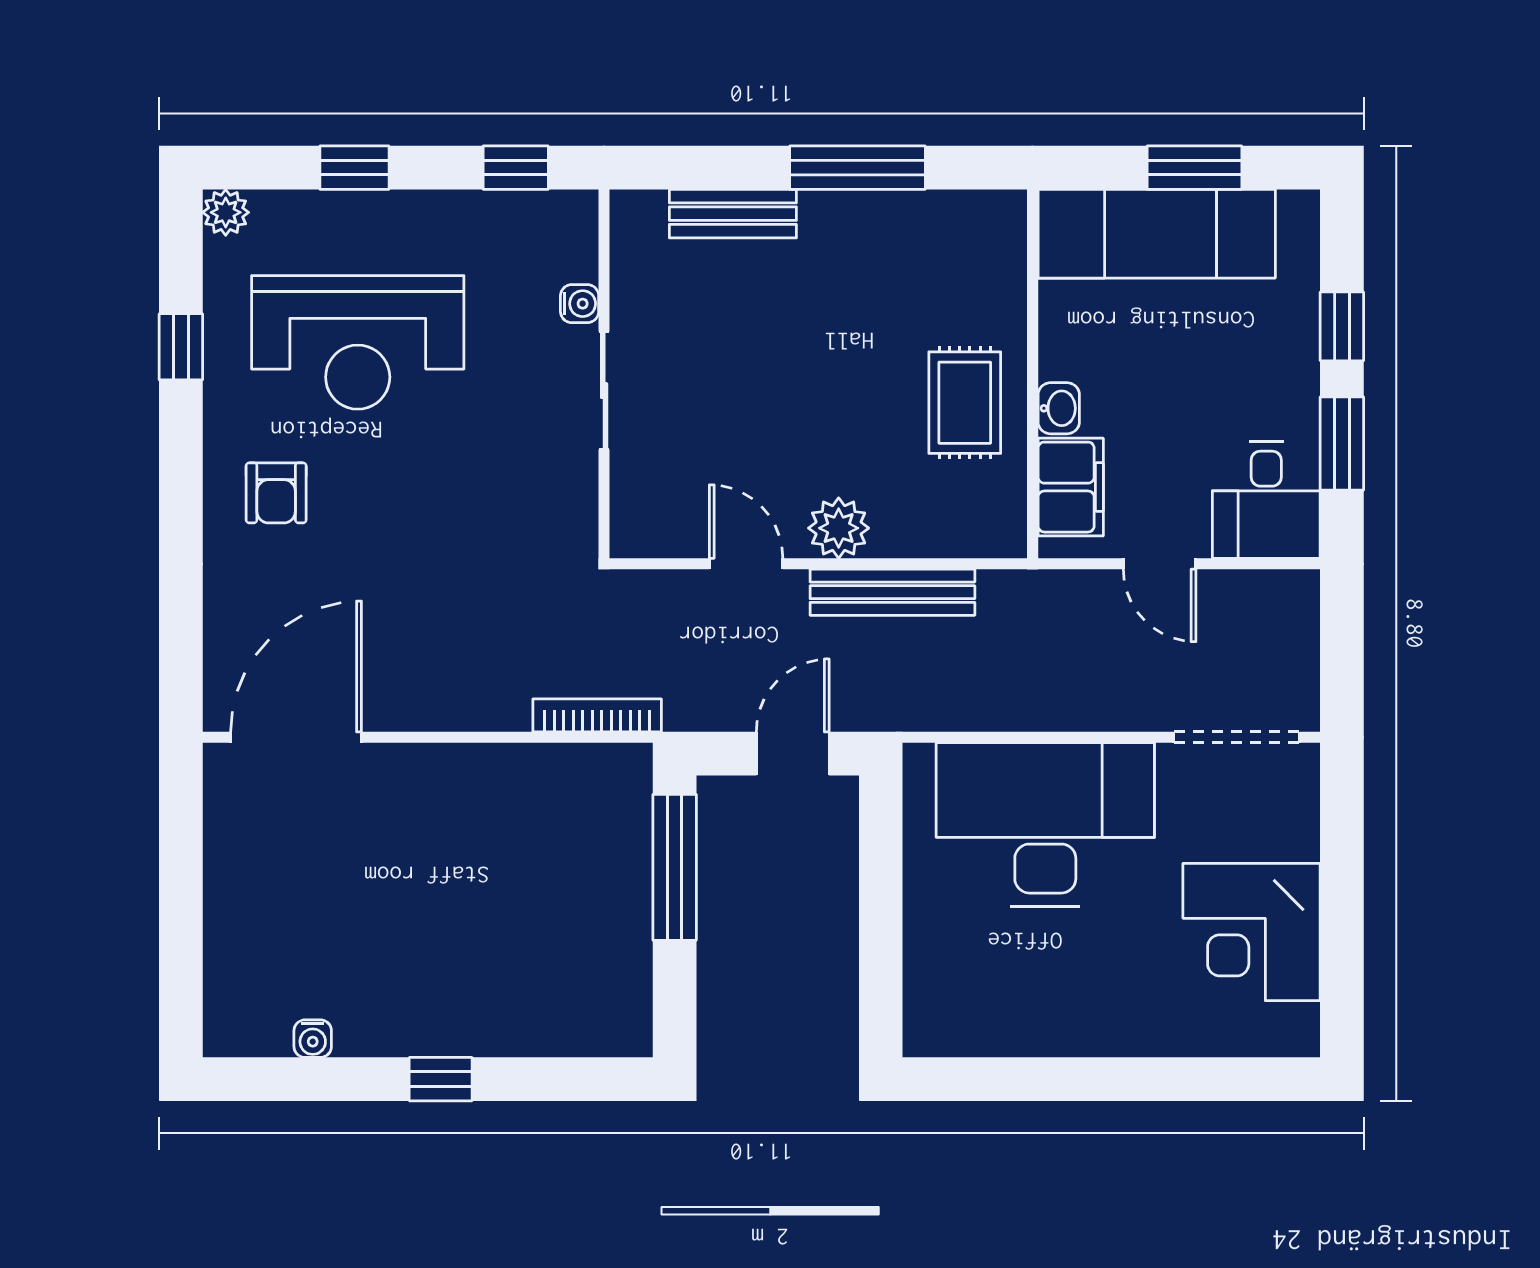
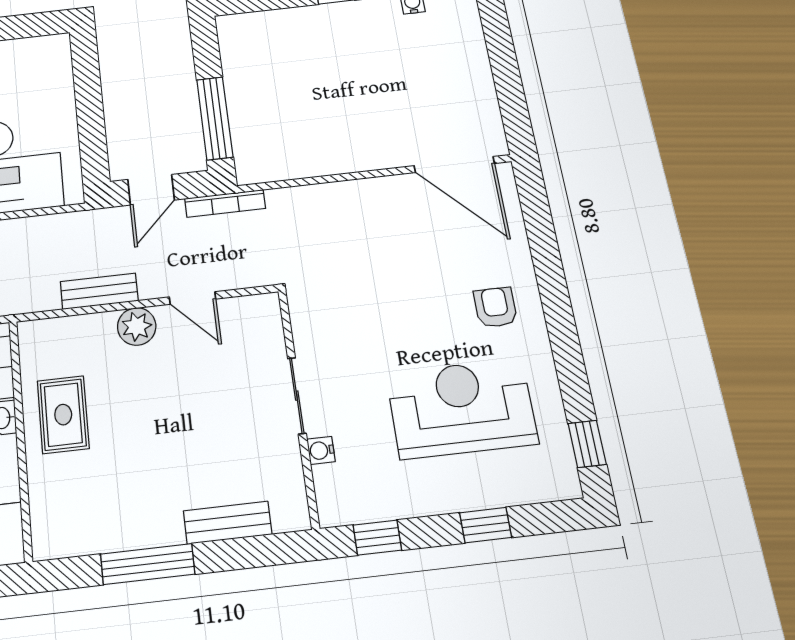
plant: (226, 212) -> (565, 485), removed
window: (181, 347) -> (587, 444), moved
bench: (892, 592) -> (99, 291), width x0.73
bookcase: (597, 715) -> (225, 203), moved
door: (296, 737) -> (454, 165), hinge flipped

